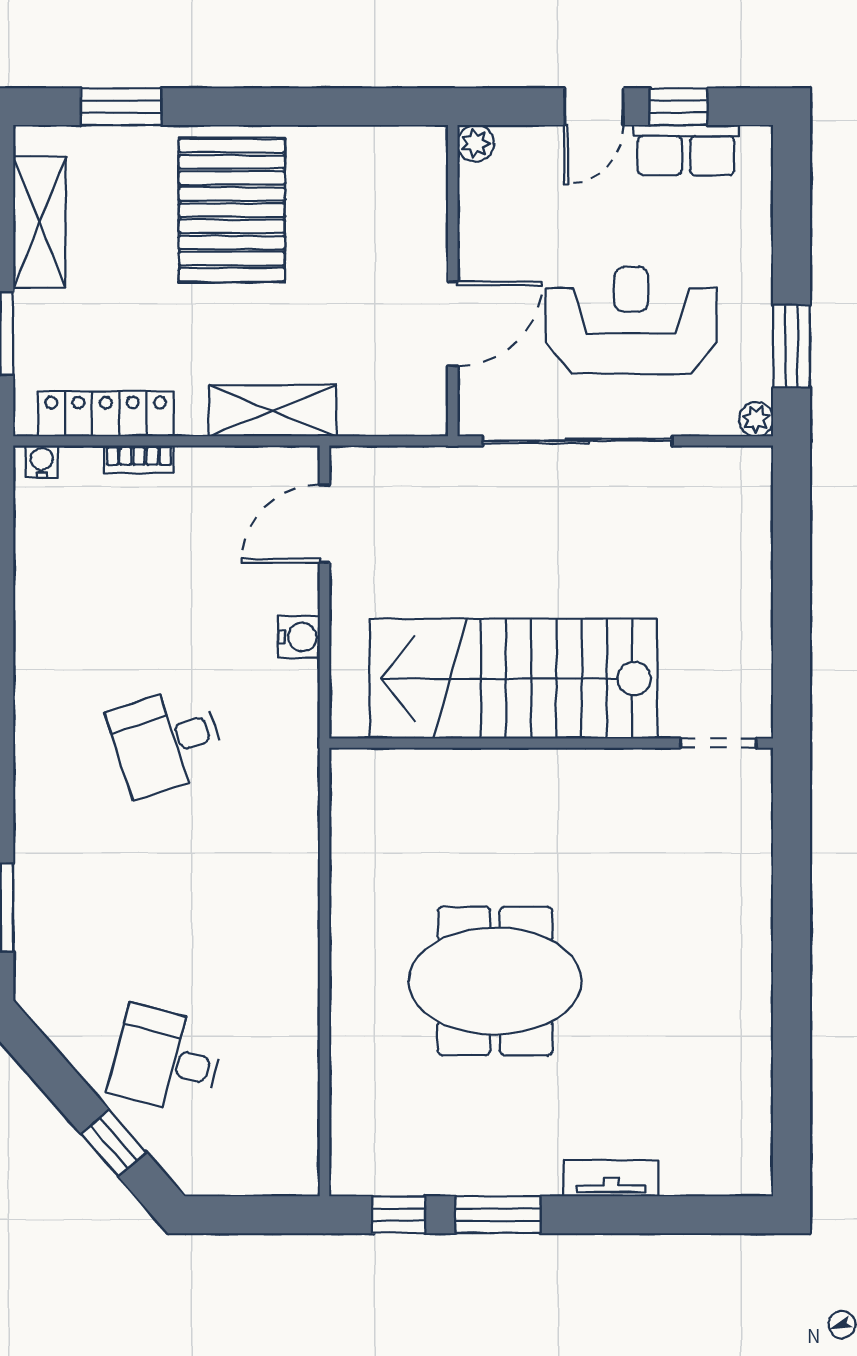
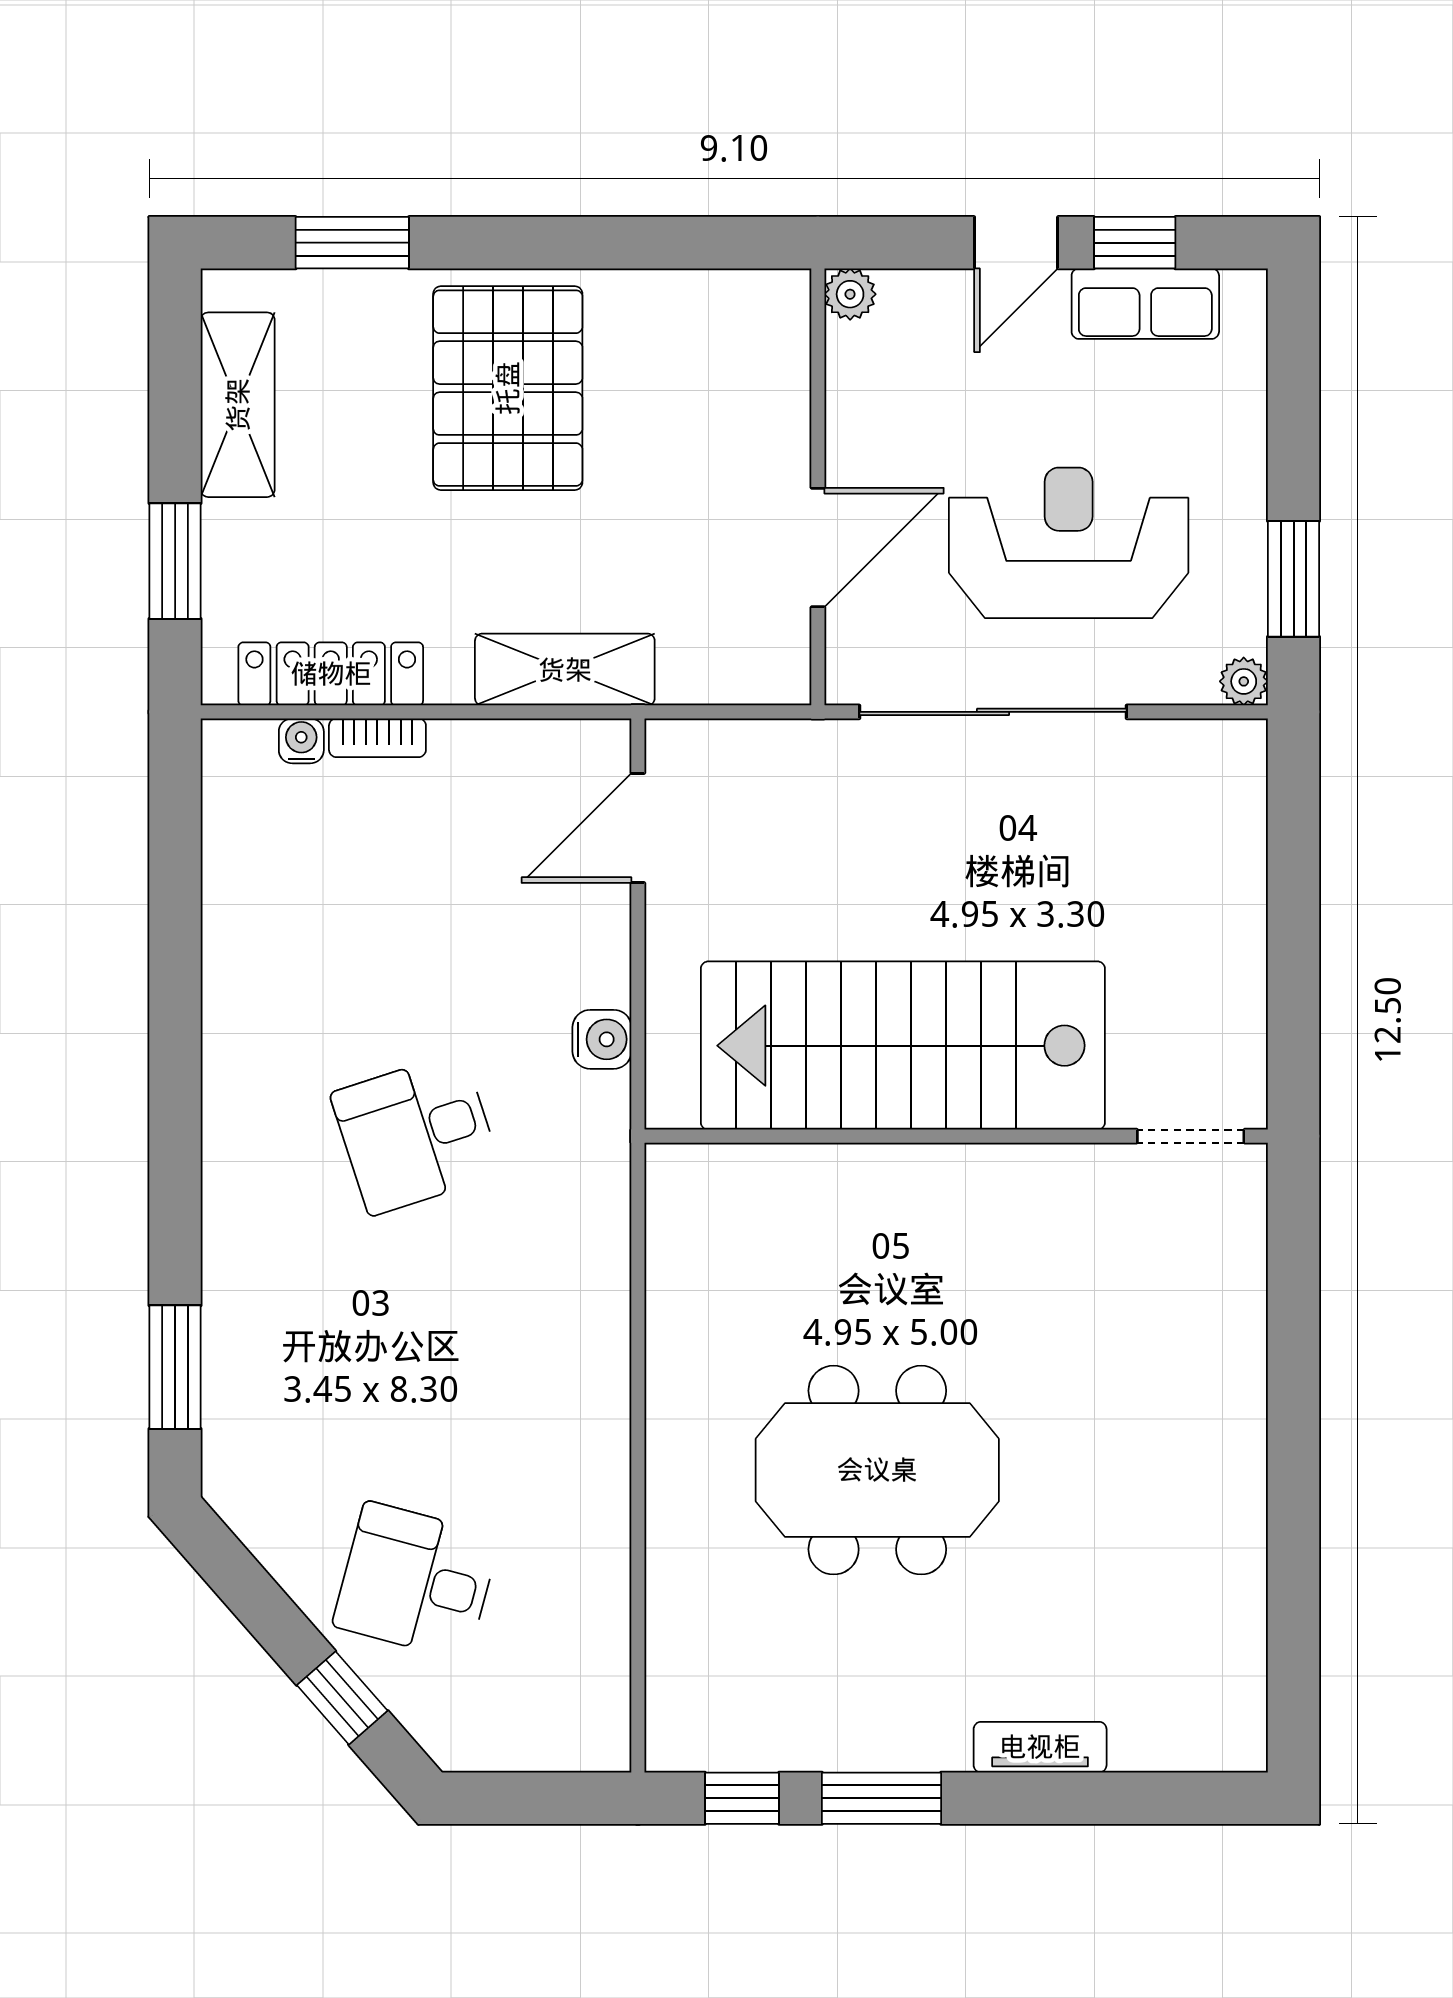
water cooler: (42, 462) -> (301, 741), moved
water cooler: (299, 637) -> (602, 1039), moved

